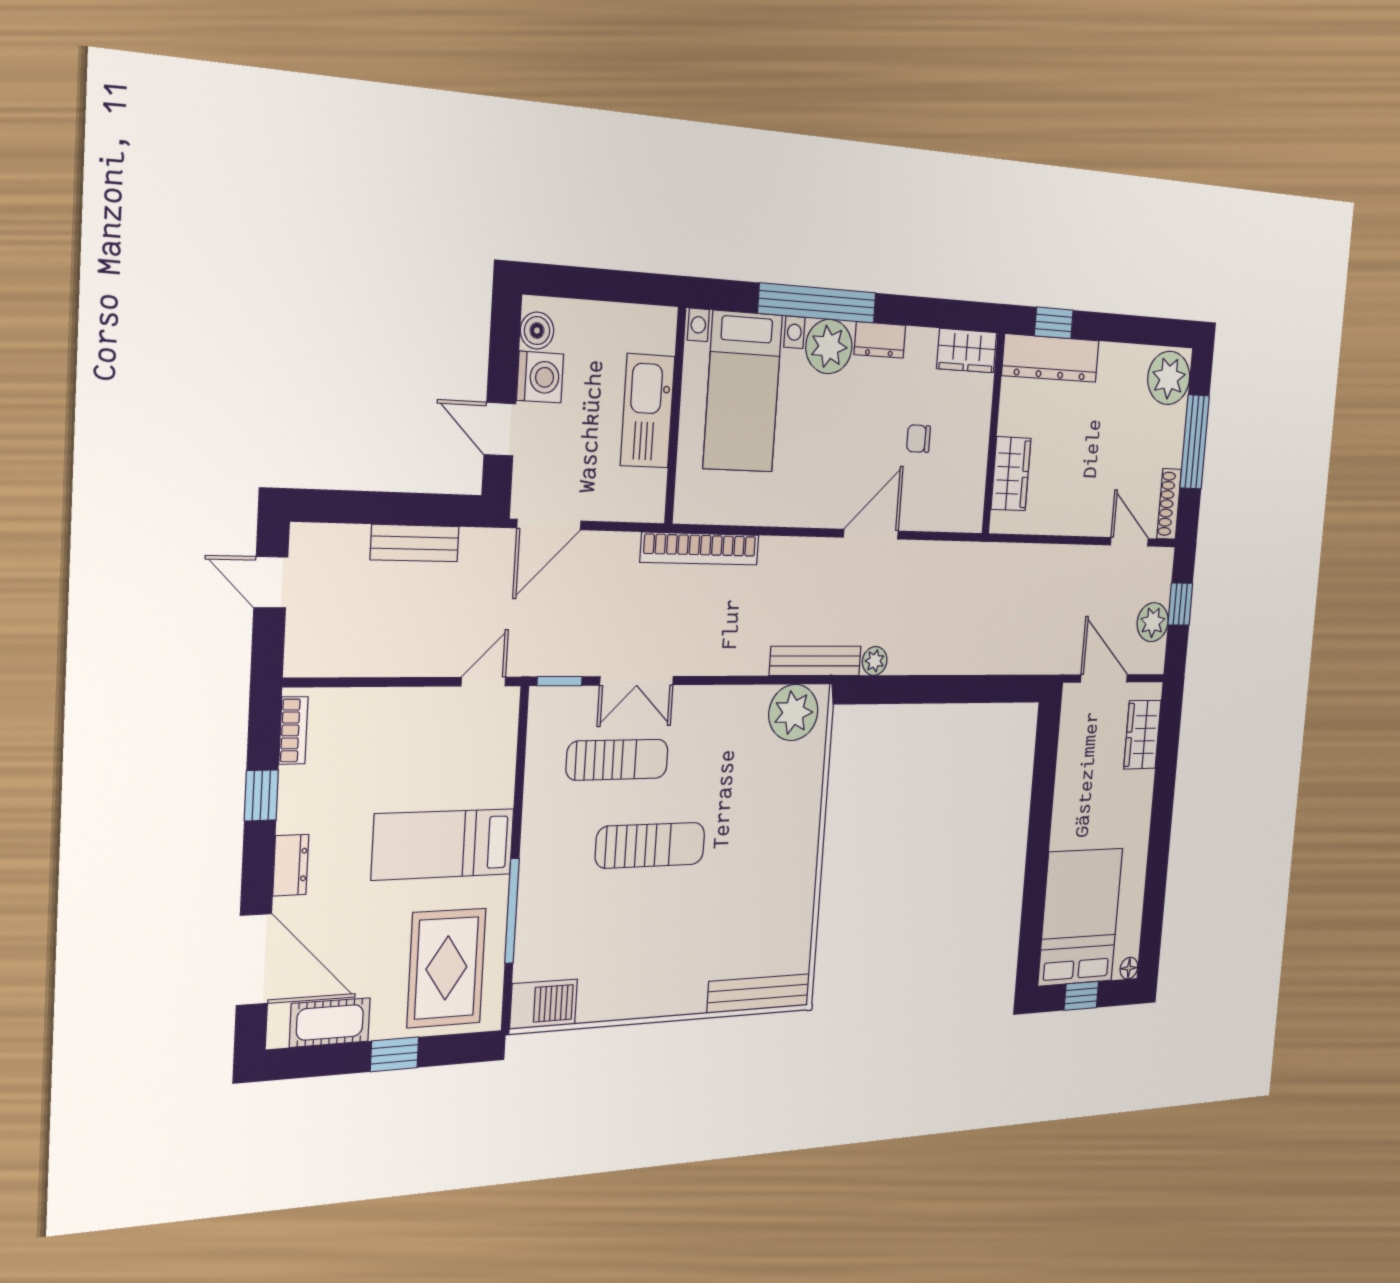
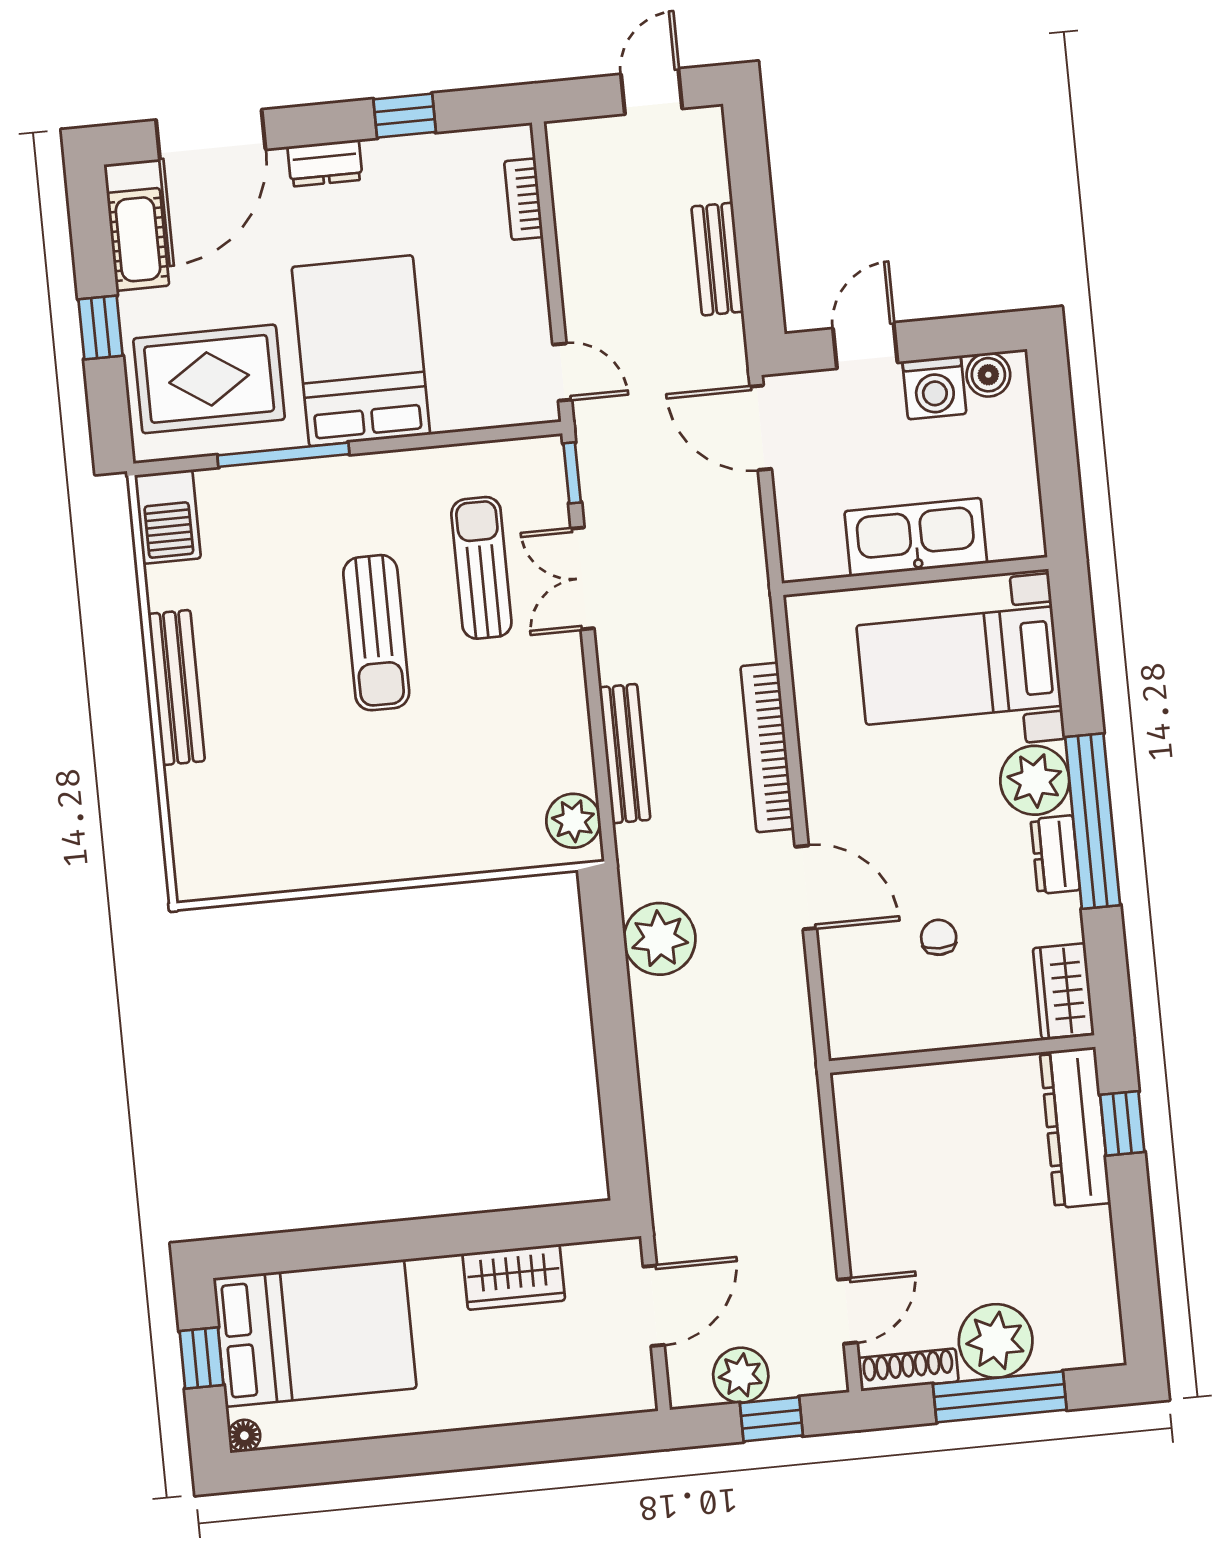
window: (817, 303) -> (1093, 821), moved
plant: (1169, 378) -> (996, 1341), moved
wardrobe: (1011, 474) -> (913, 1093), removed
bookcase: (700, 549) -> (767, 747), moved
bench: (815, 661) -> (625, 754), moved
plant: (875, 661) -> (660, 939), width x1.87, depth x1.87
plant: (793, 712) -> (573, 821), width x0.73, depth x0.73
bookcase: (293, 730) -> (524, 199), moved, turned 90
wardrobe: (1142, 735) -> (514, 1277), moved, turned 180
sun lounger: (617, 760) -> (481, 568), turned 180
bed: (443, 844) -> (361, 351), width x1.50
bench: (759, 993) -> (176, 687), moved

